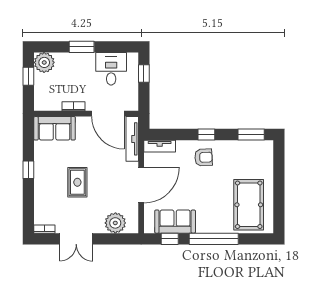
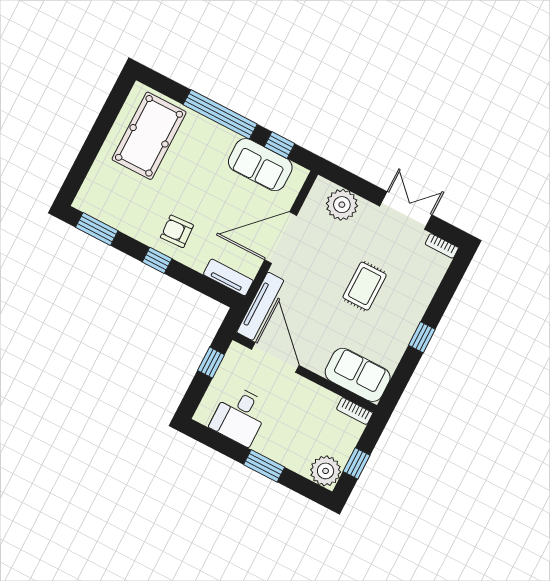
window: (144, 73) -> (211, 363), moved
bookcase: (74, 106) -> (355, 411), moved

